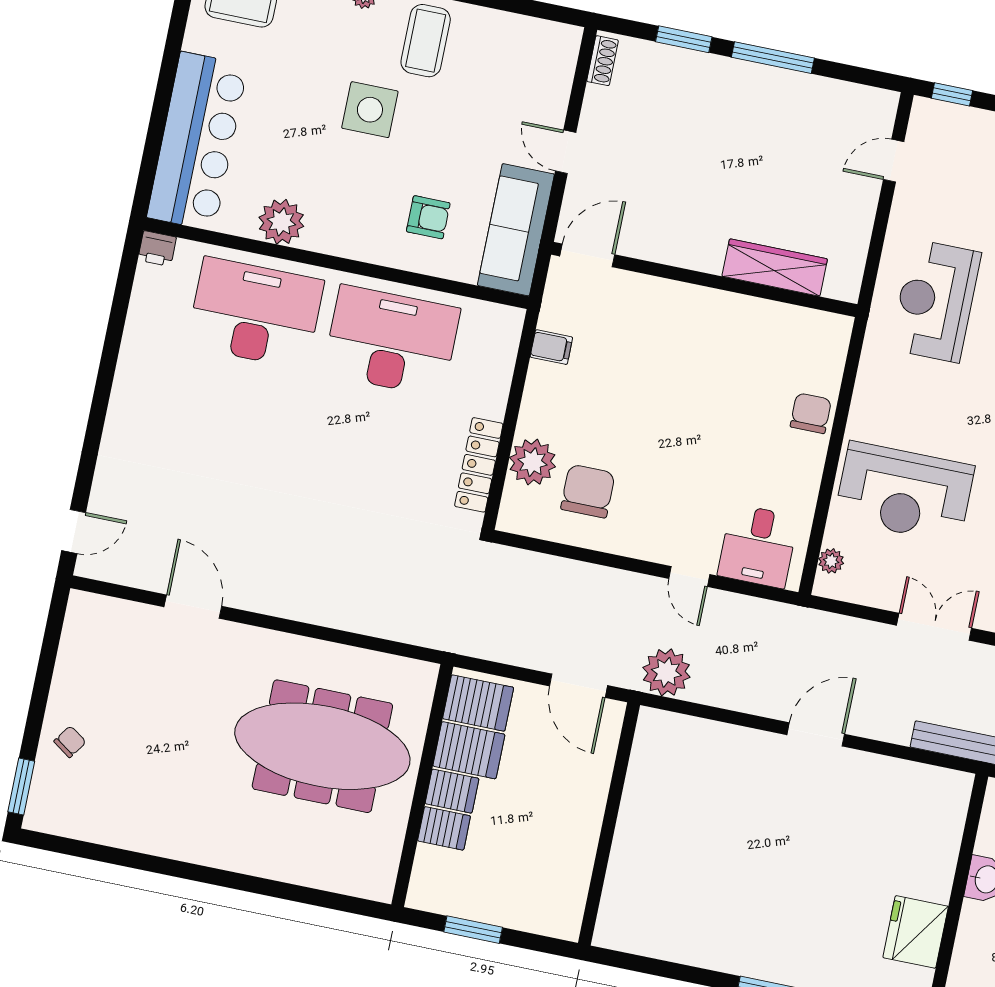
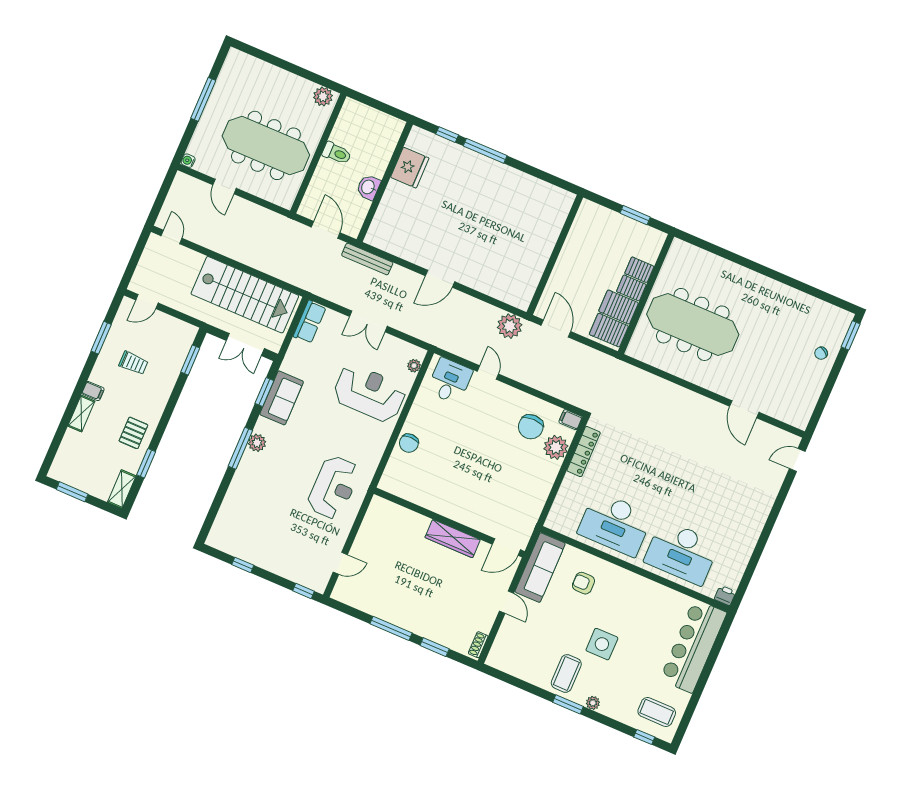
plant: (281, 222) -> (659, 596), removed
wardrobe: (775, 268) -> (453, 539), moved
filing cabinet: (551, 347) -> (570, 420), moved

